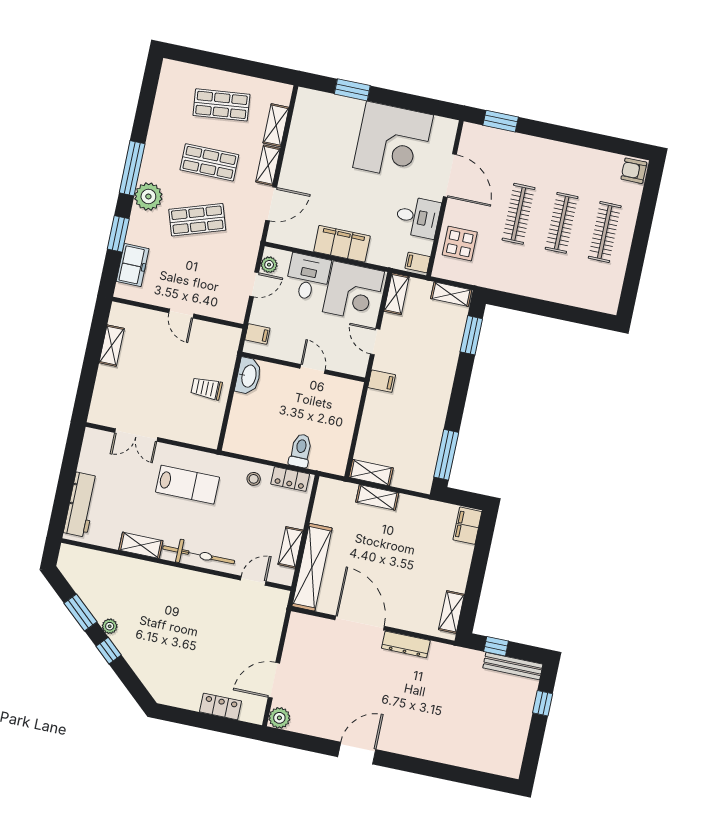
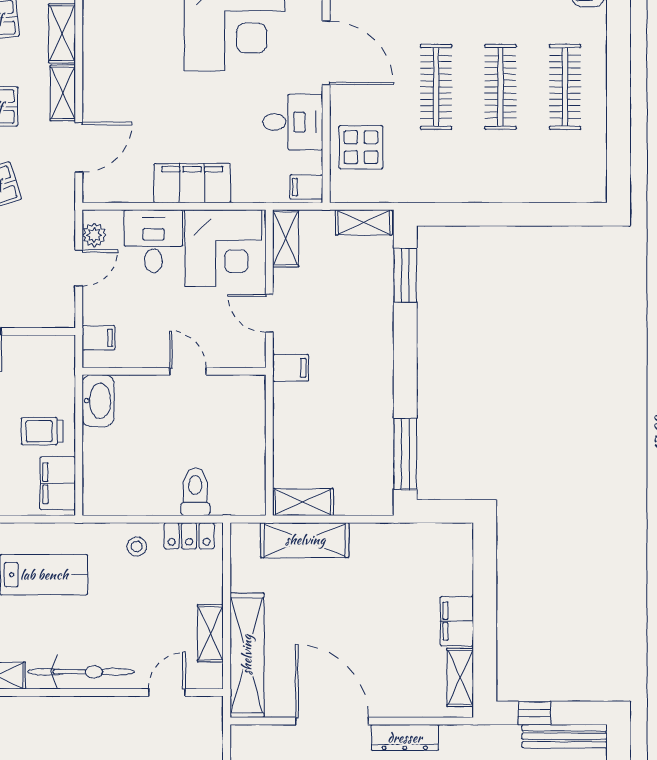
filing cabinet: (210, 425) -> (58, 483), added
shelving: (377, 497) -> (305, 540), width x1.50, depth x1.33
filing cabinet: (467, 526) -> (457, 621), moved

